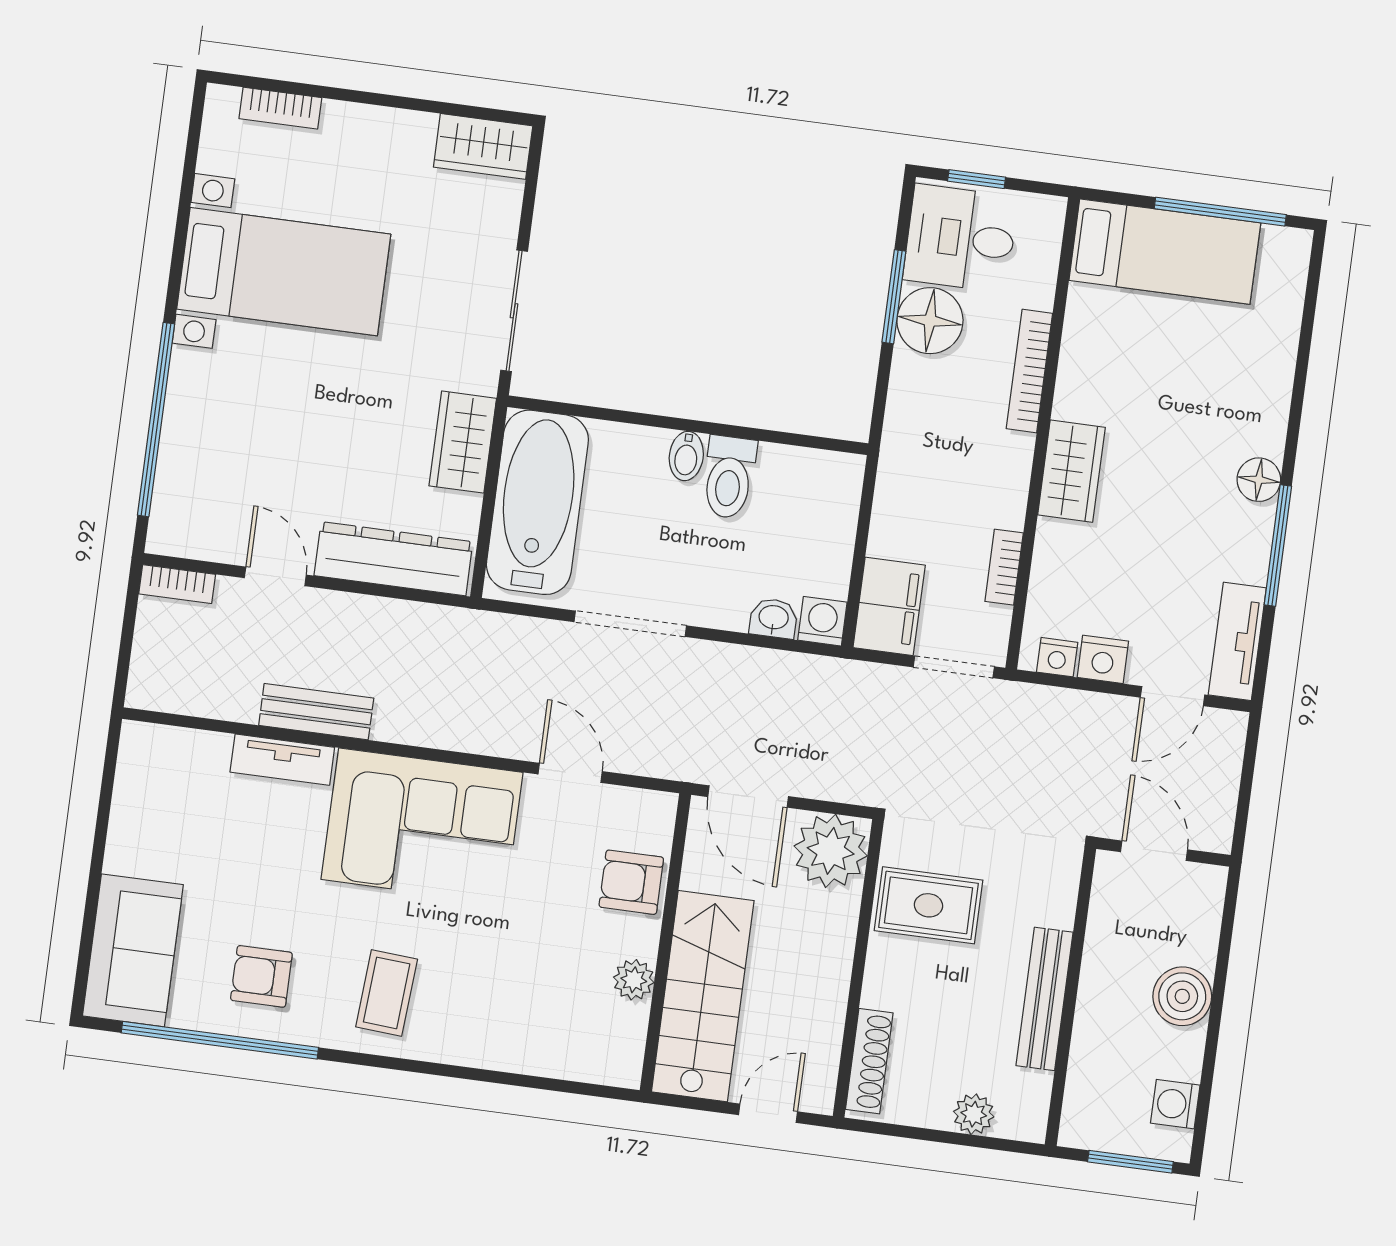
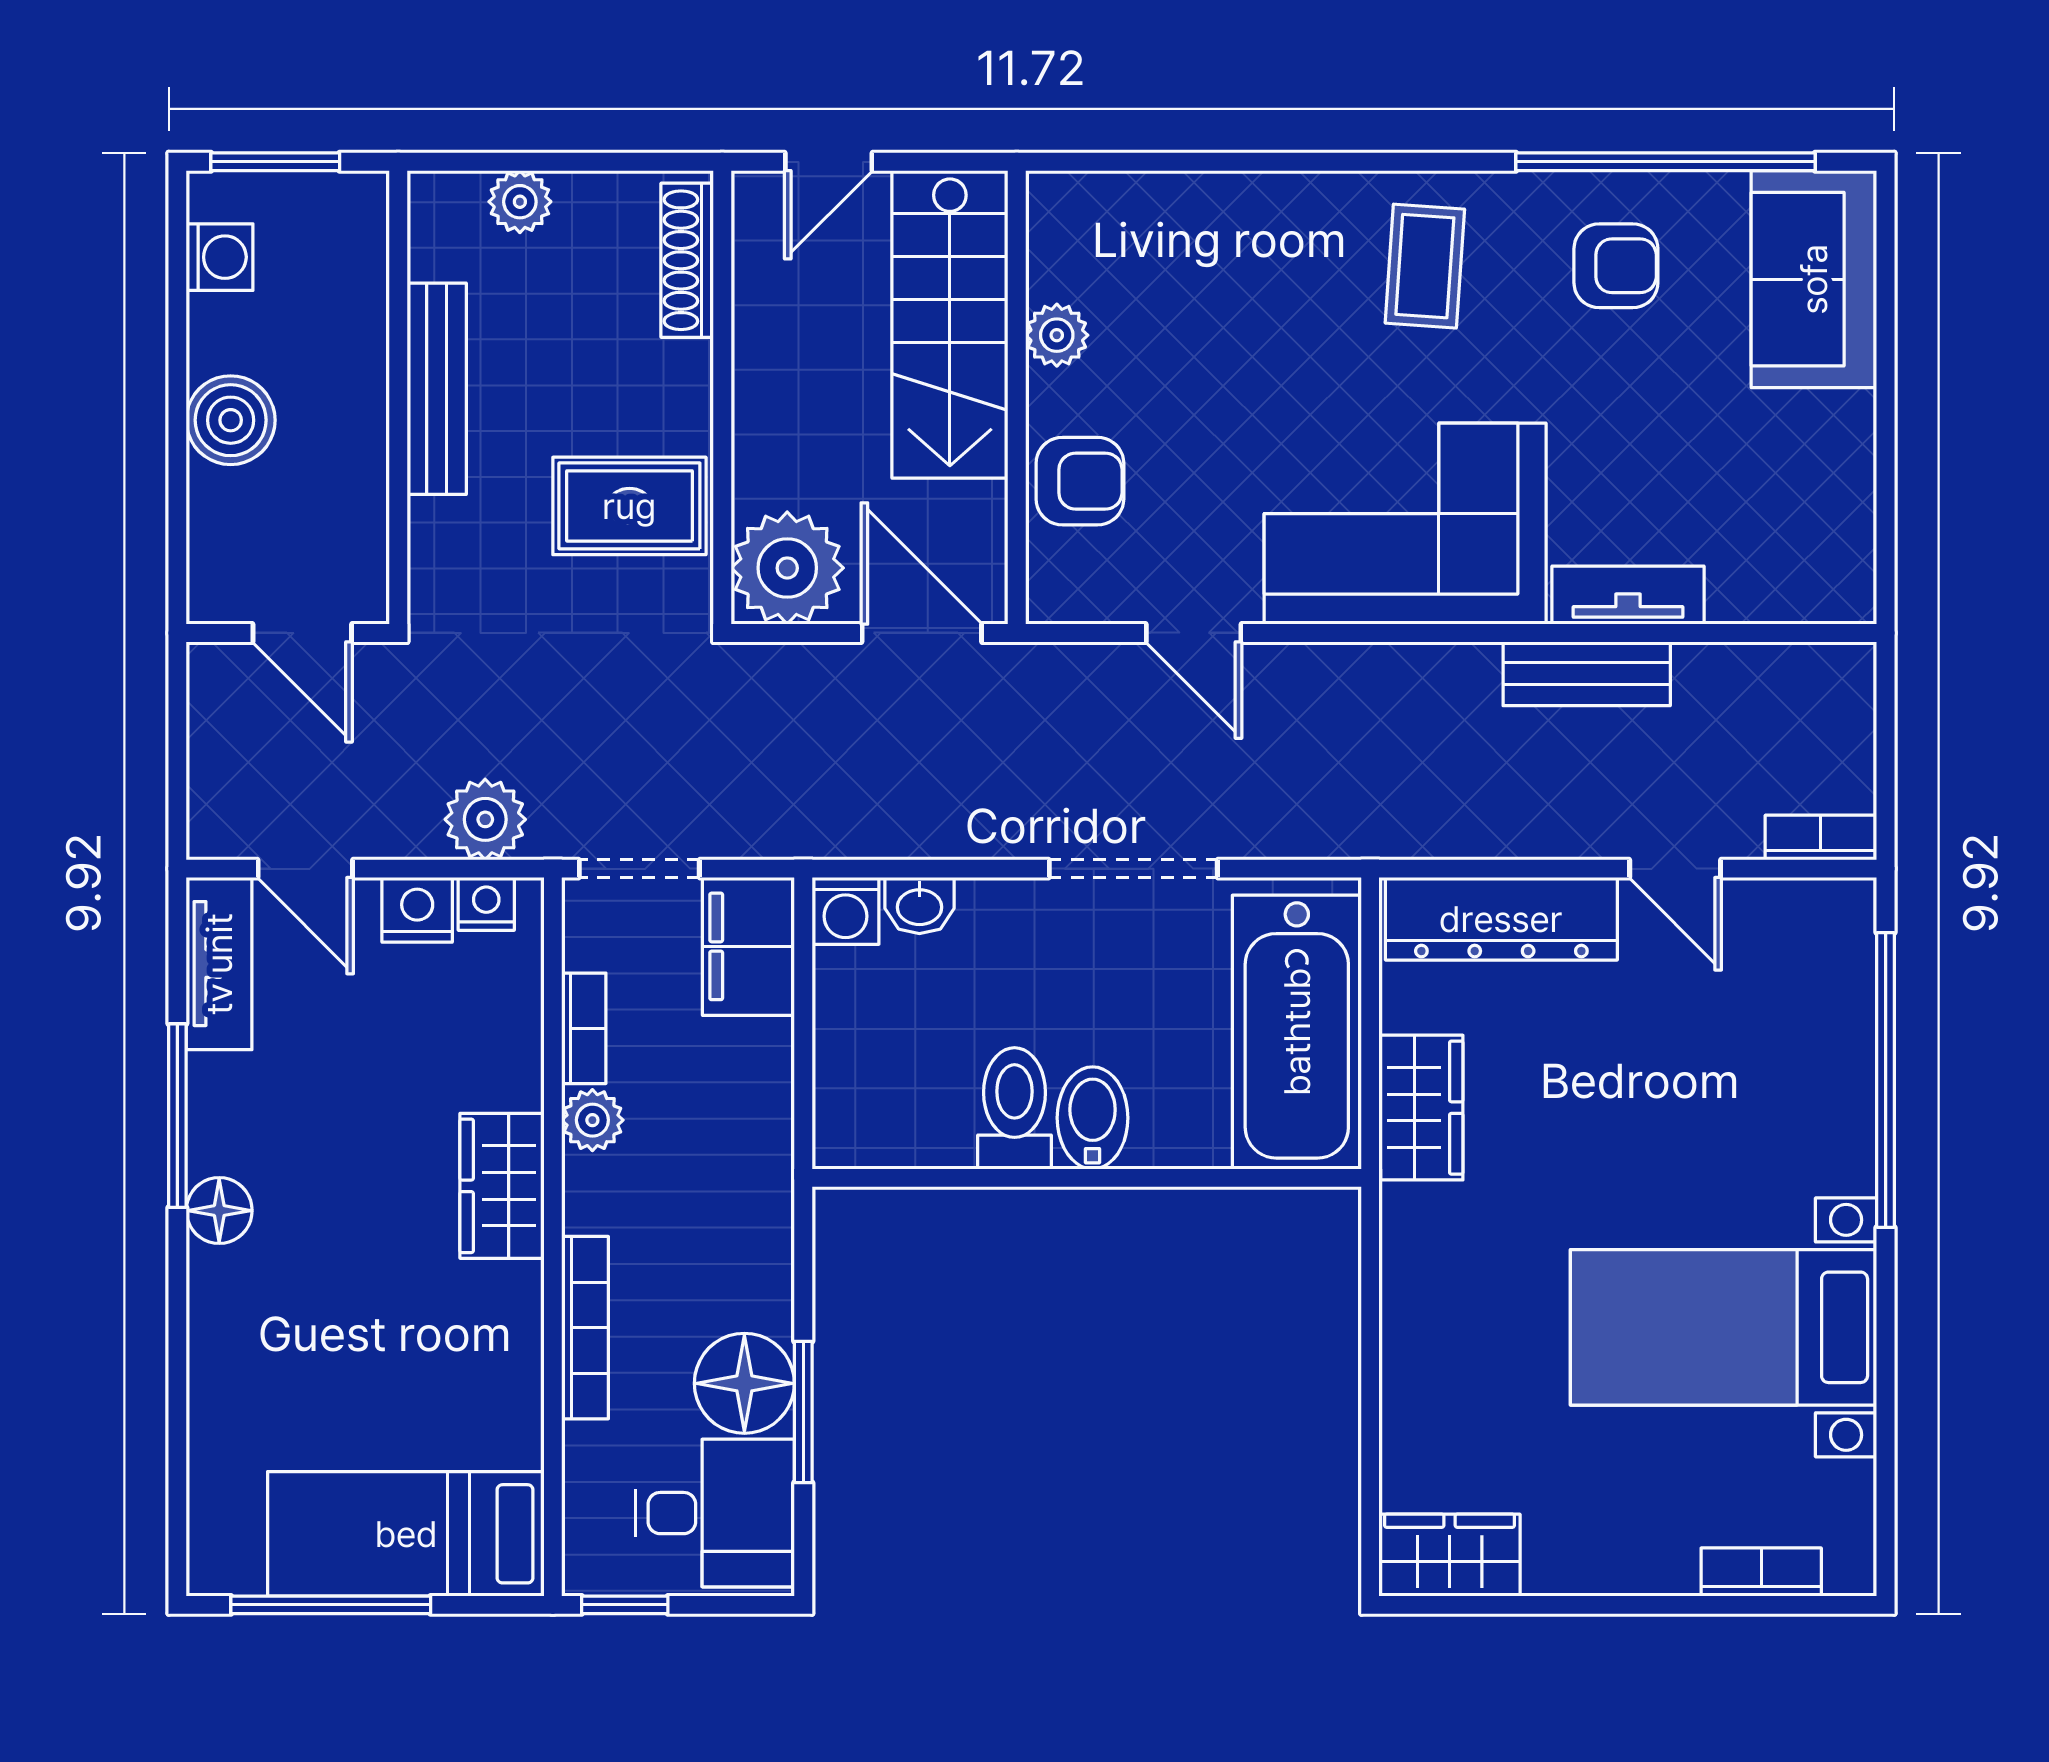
window: (977, 179) -> (625, 1605), moved
sliding door: (514, 311) -> (1370, 1315), removed
bidet: (686, 456) -> (1093, 1118), width x1.38, depth x1.36
plant: (1006, 506) -> (592, 1120), added
door: (1173, 696) -> (305, 869), swing flipped
plant: (1050, 713) -> (485, 819), added

